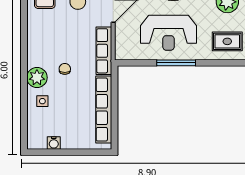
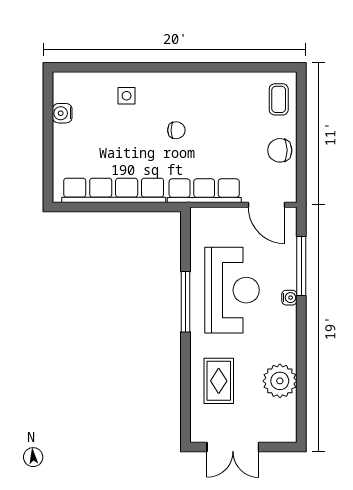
reception desk: (168, 33) -> (232, 290), turned 180
plant: (37, 78) -> (163, 87), removed

